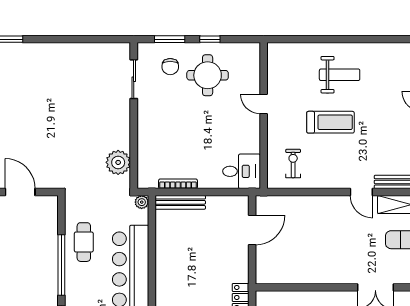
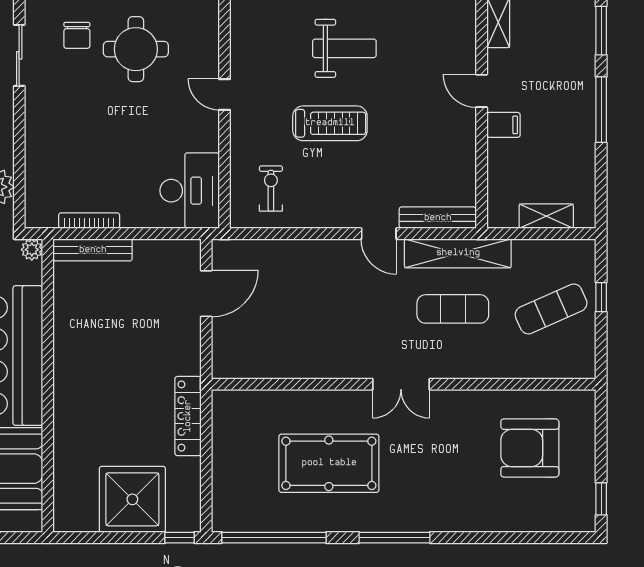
desk: (242, 171) -> (190, 191), width x1.37

